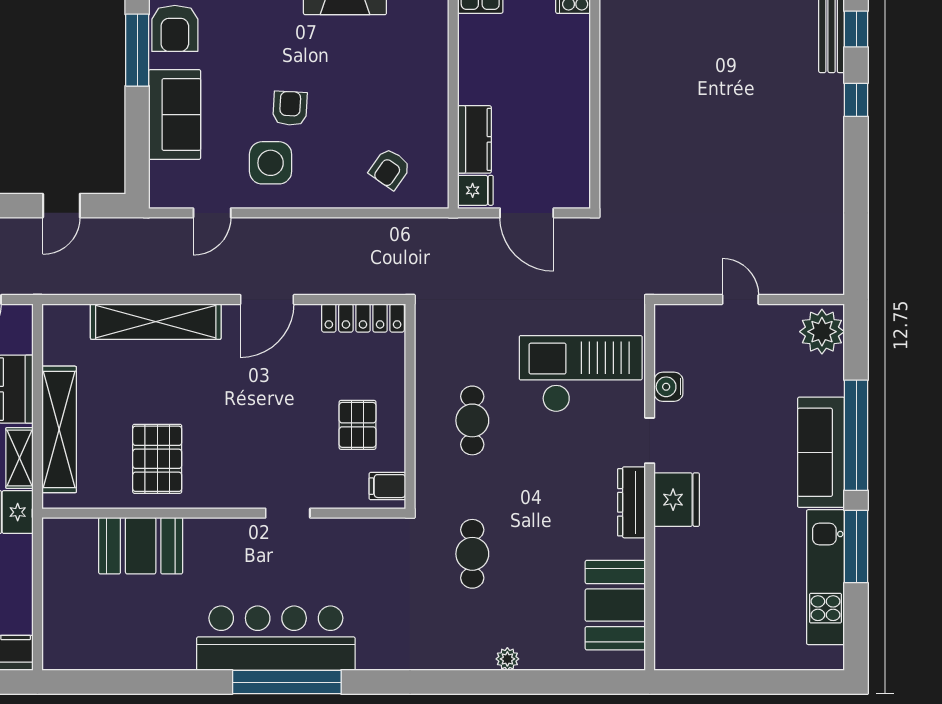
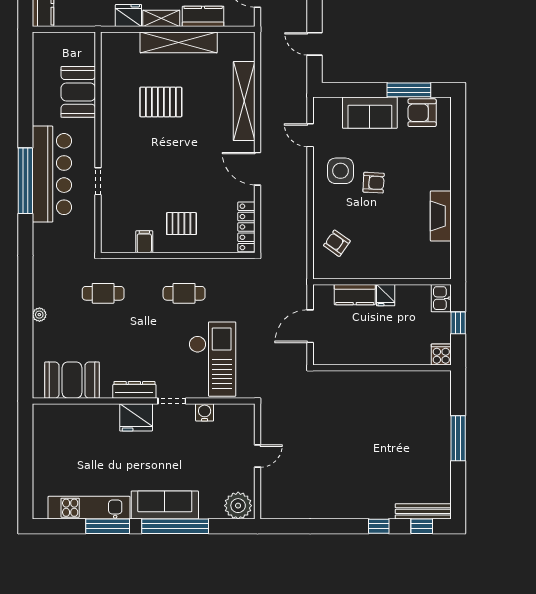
fridge: (475, 190) -> (386, 295), moved
wall: (224, 513) -> (98, 142), moved
doorway: (288, 513) -> (98, 181), moved
booth: (141, 546) -> (78, 92), moved

